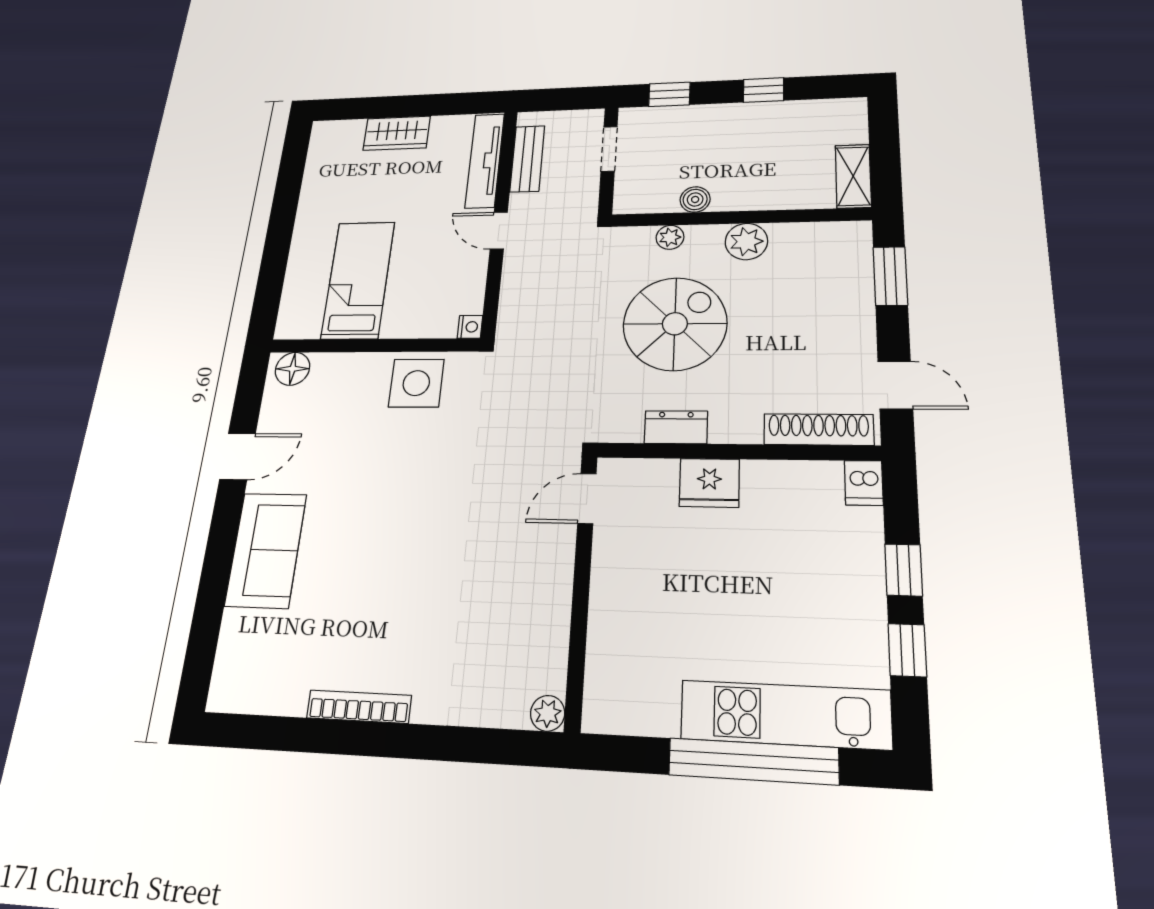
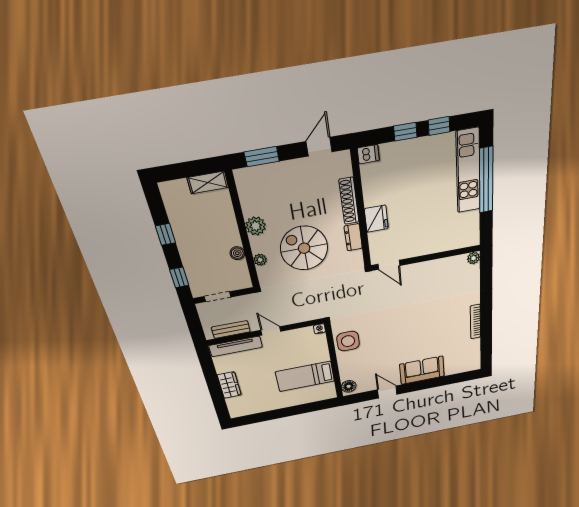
door: (499, 231) -> (271, 331), swing flipped
shoe rack: (819, 430) -> (349, 201), moved

